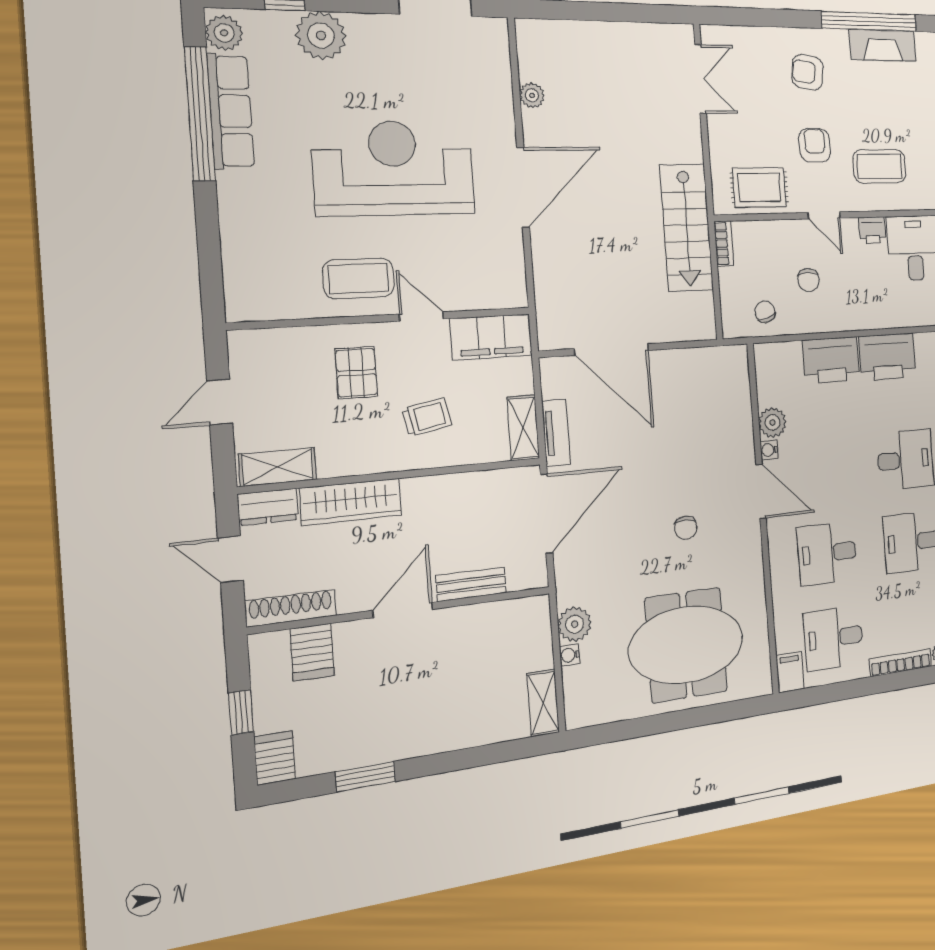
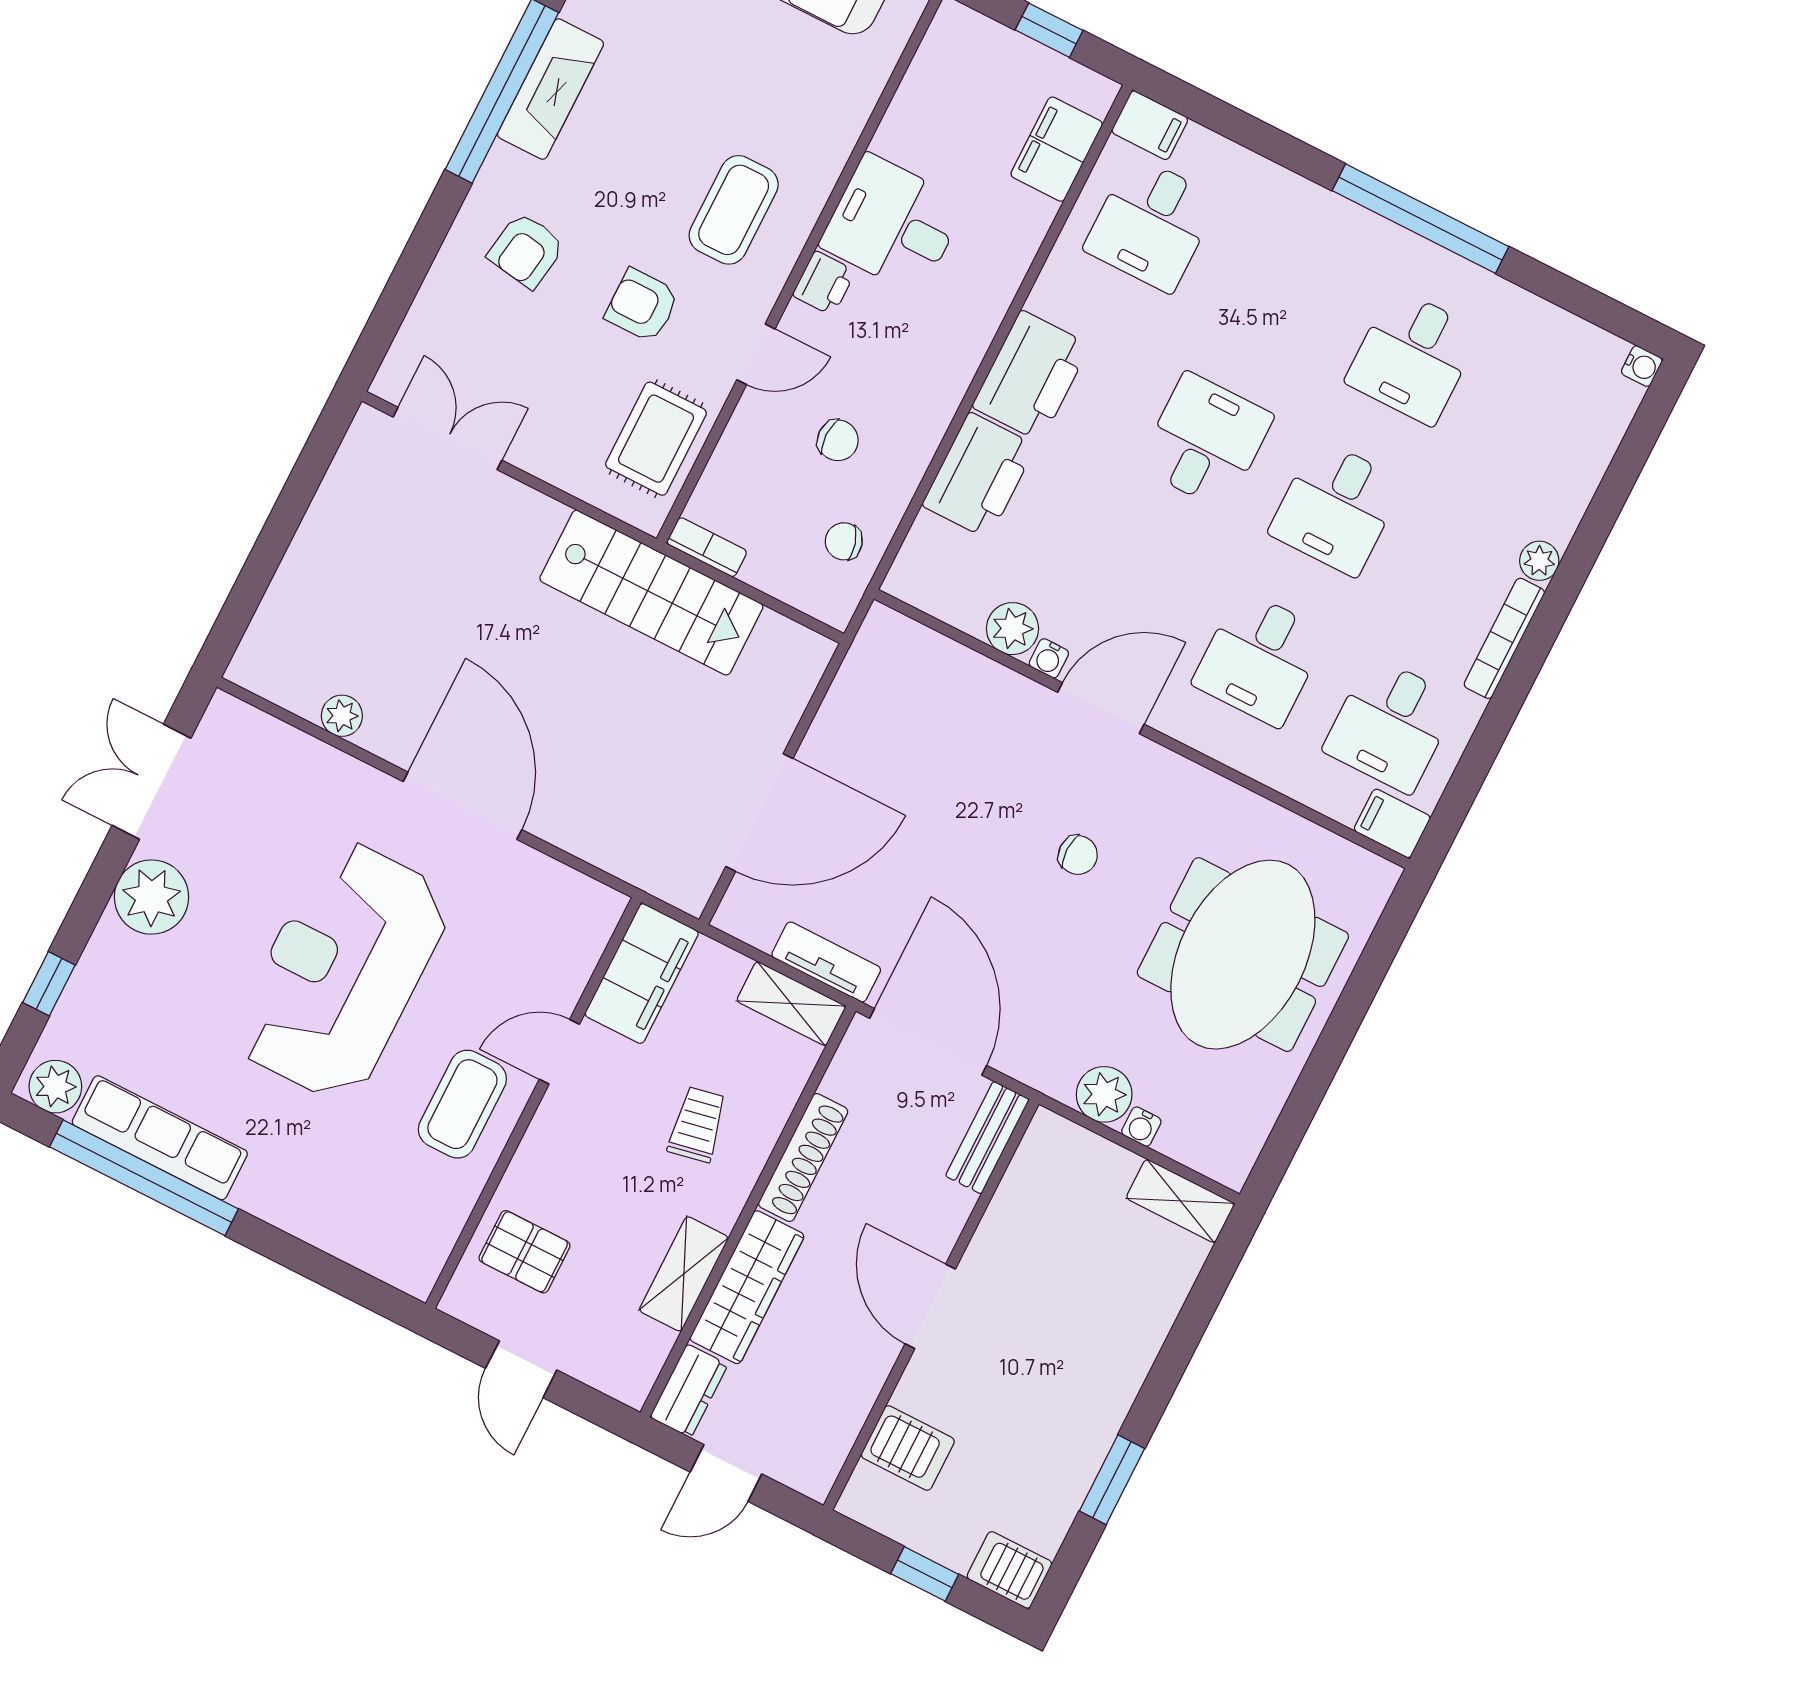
plant: (321, 35) -> (151, 897), moved
pallet: (356, 373) -> (525, 1252), moved
shelving: (278, 467) -> (684, 1274), moved
bench: (471, 584) -> (987, 1138), moved
shoe rack: (291, 608) -> (803, 1158), moved, turned 180

